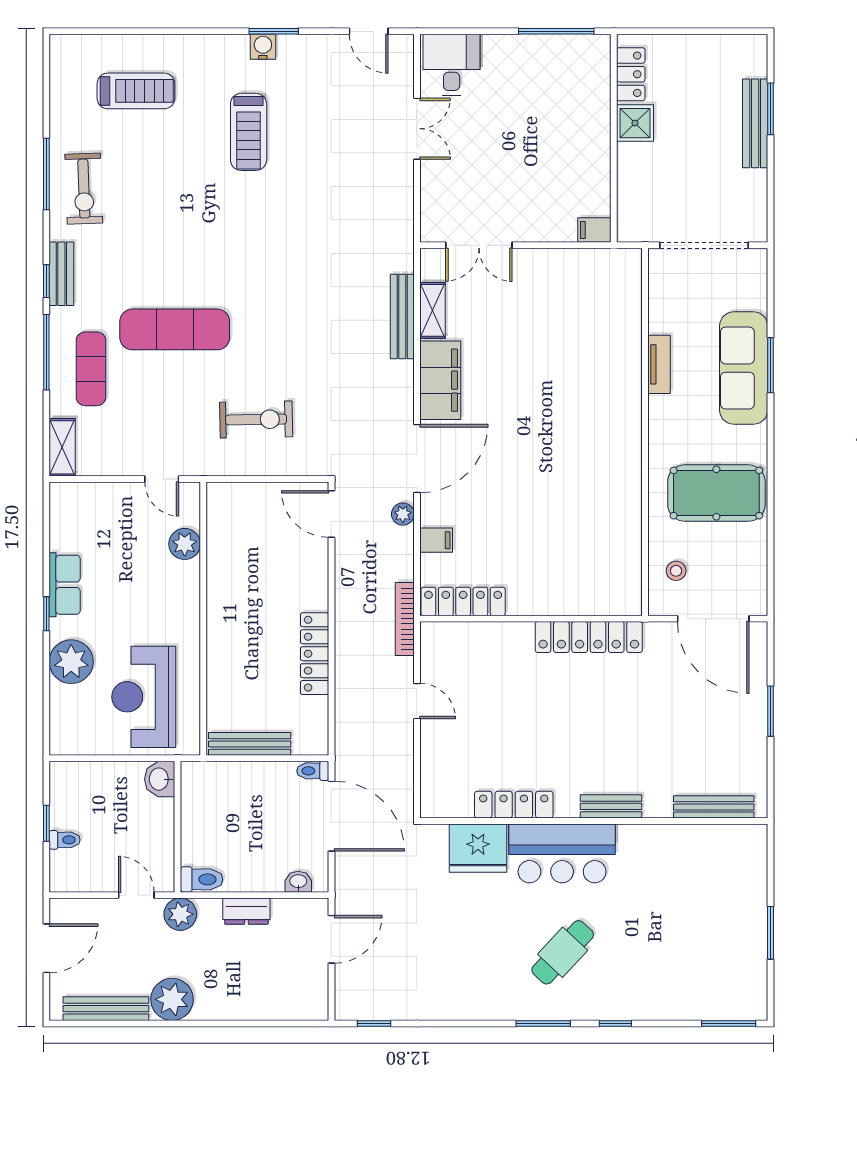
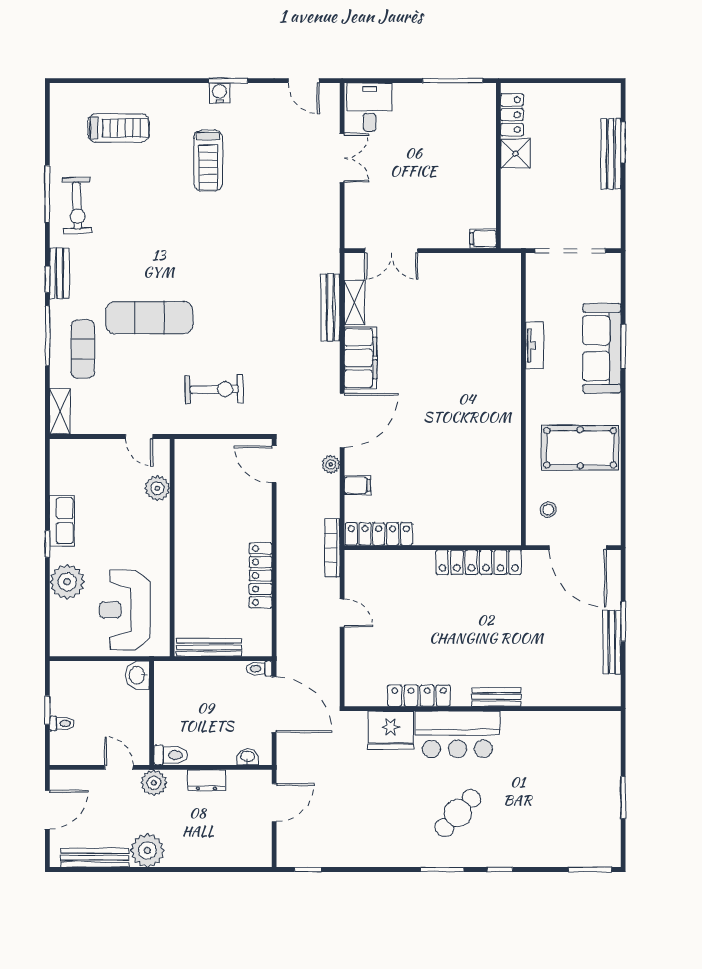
bench: (714, 807) -> (612, 642), moved, turned 90

